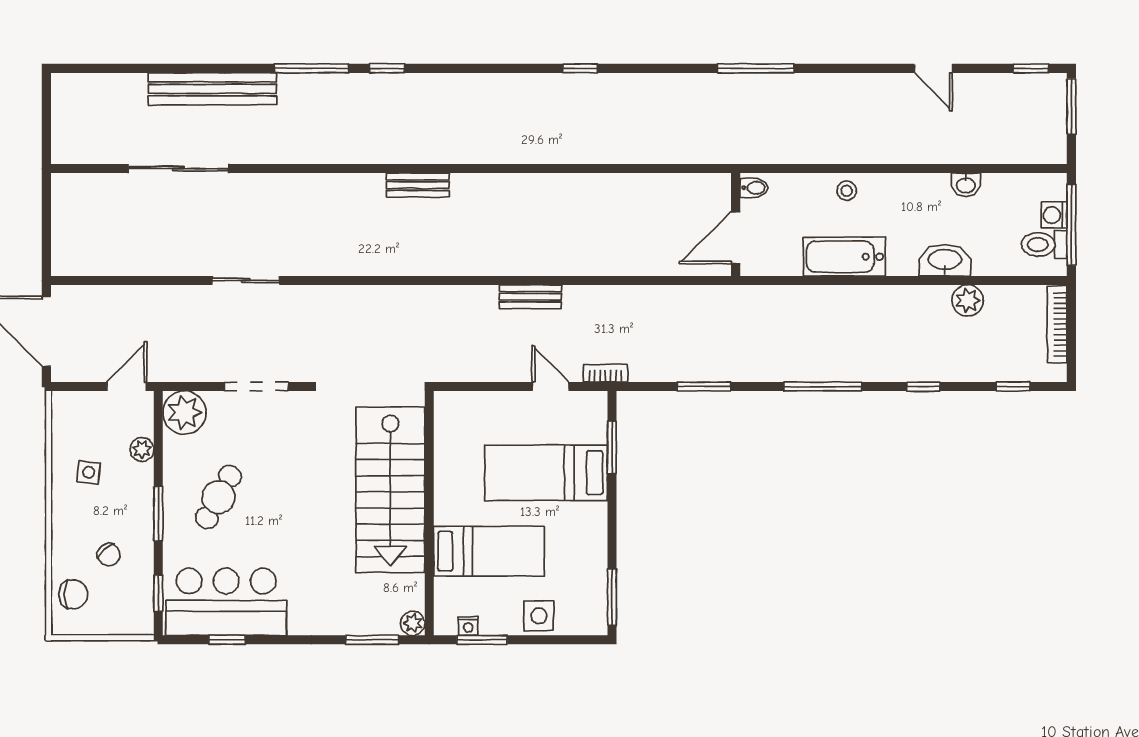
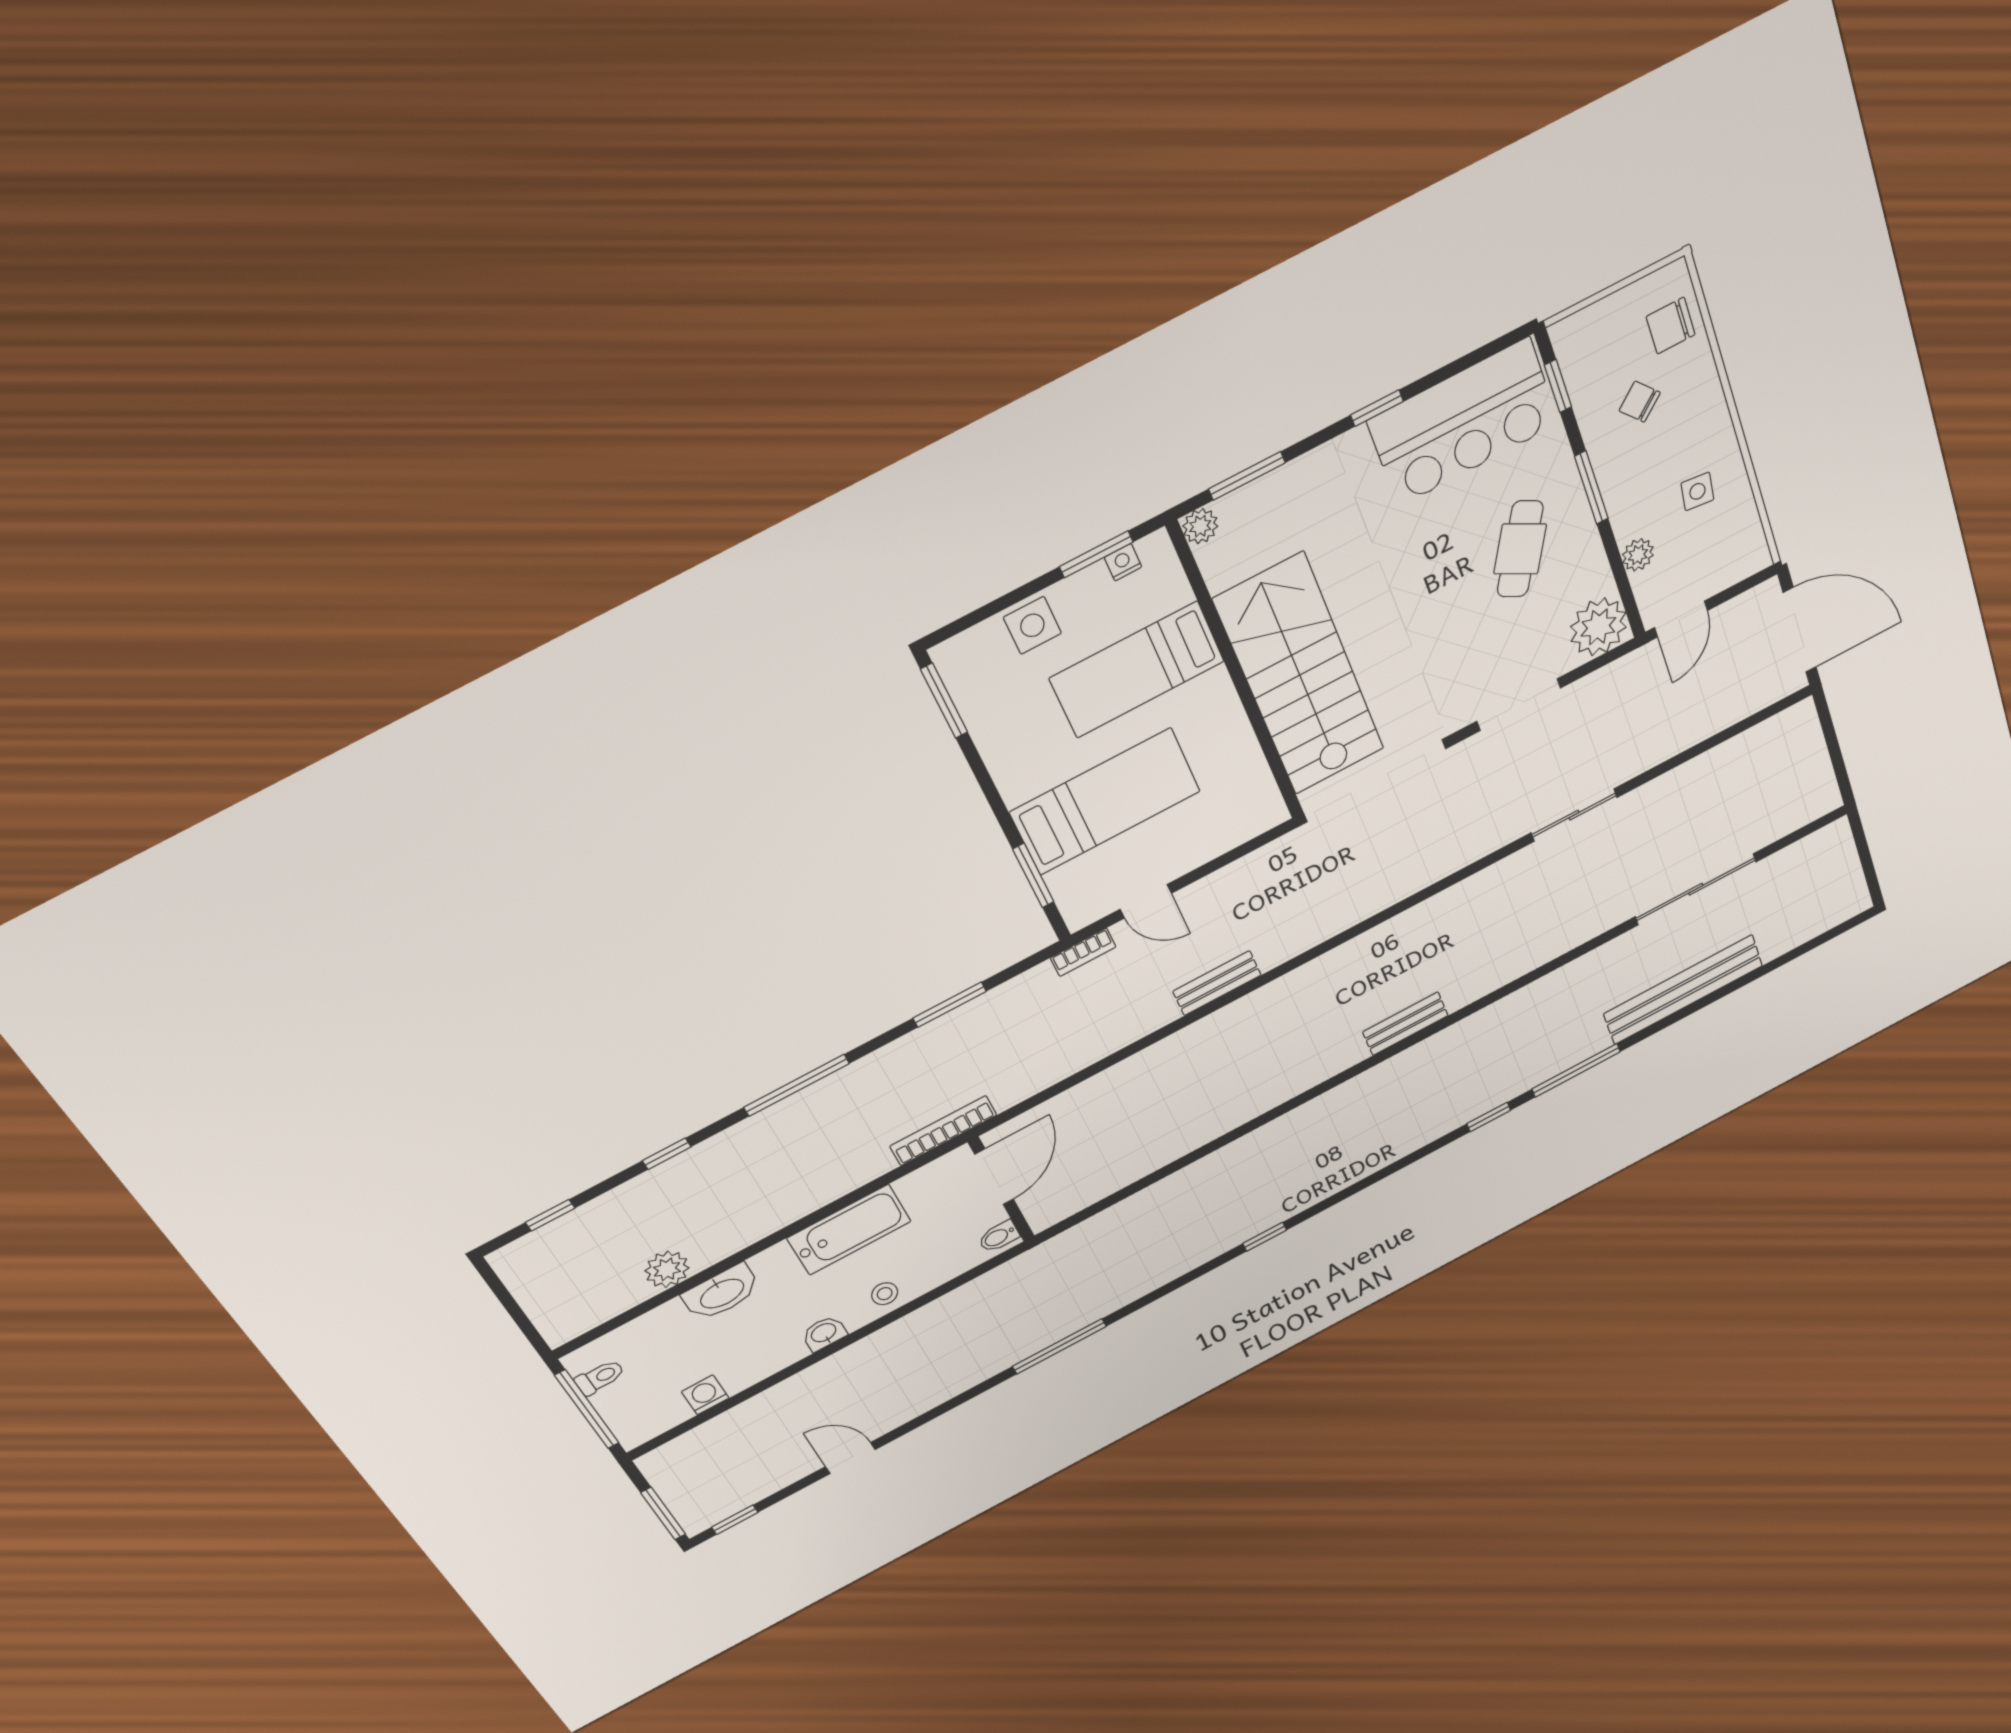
washbasin: (966, 185) -> (824, 1333), moved
washing machine: (1054, 215) -> (705, 1395), moved, turned -90
toilet: (1044, 245) -> (600, 1377), width x0.73, depth x0.72
bookcase: (1057, 324) -> (943, 1131), moved, turned -90
window: (227, 640) -> (1377, 408), moved

